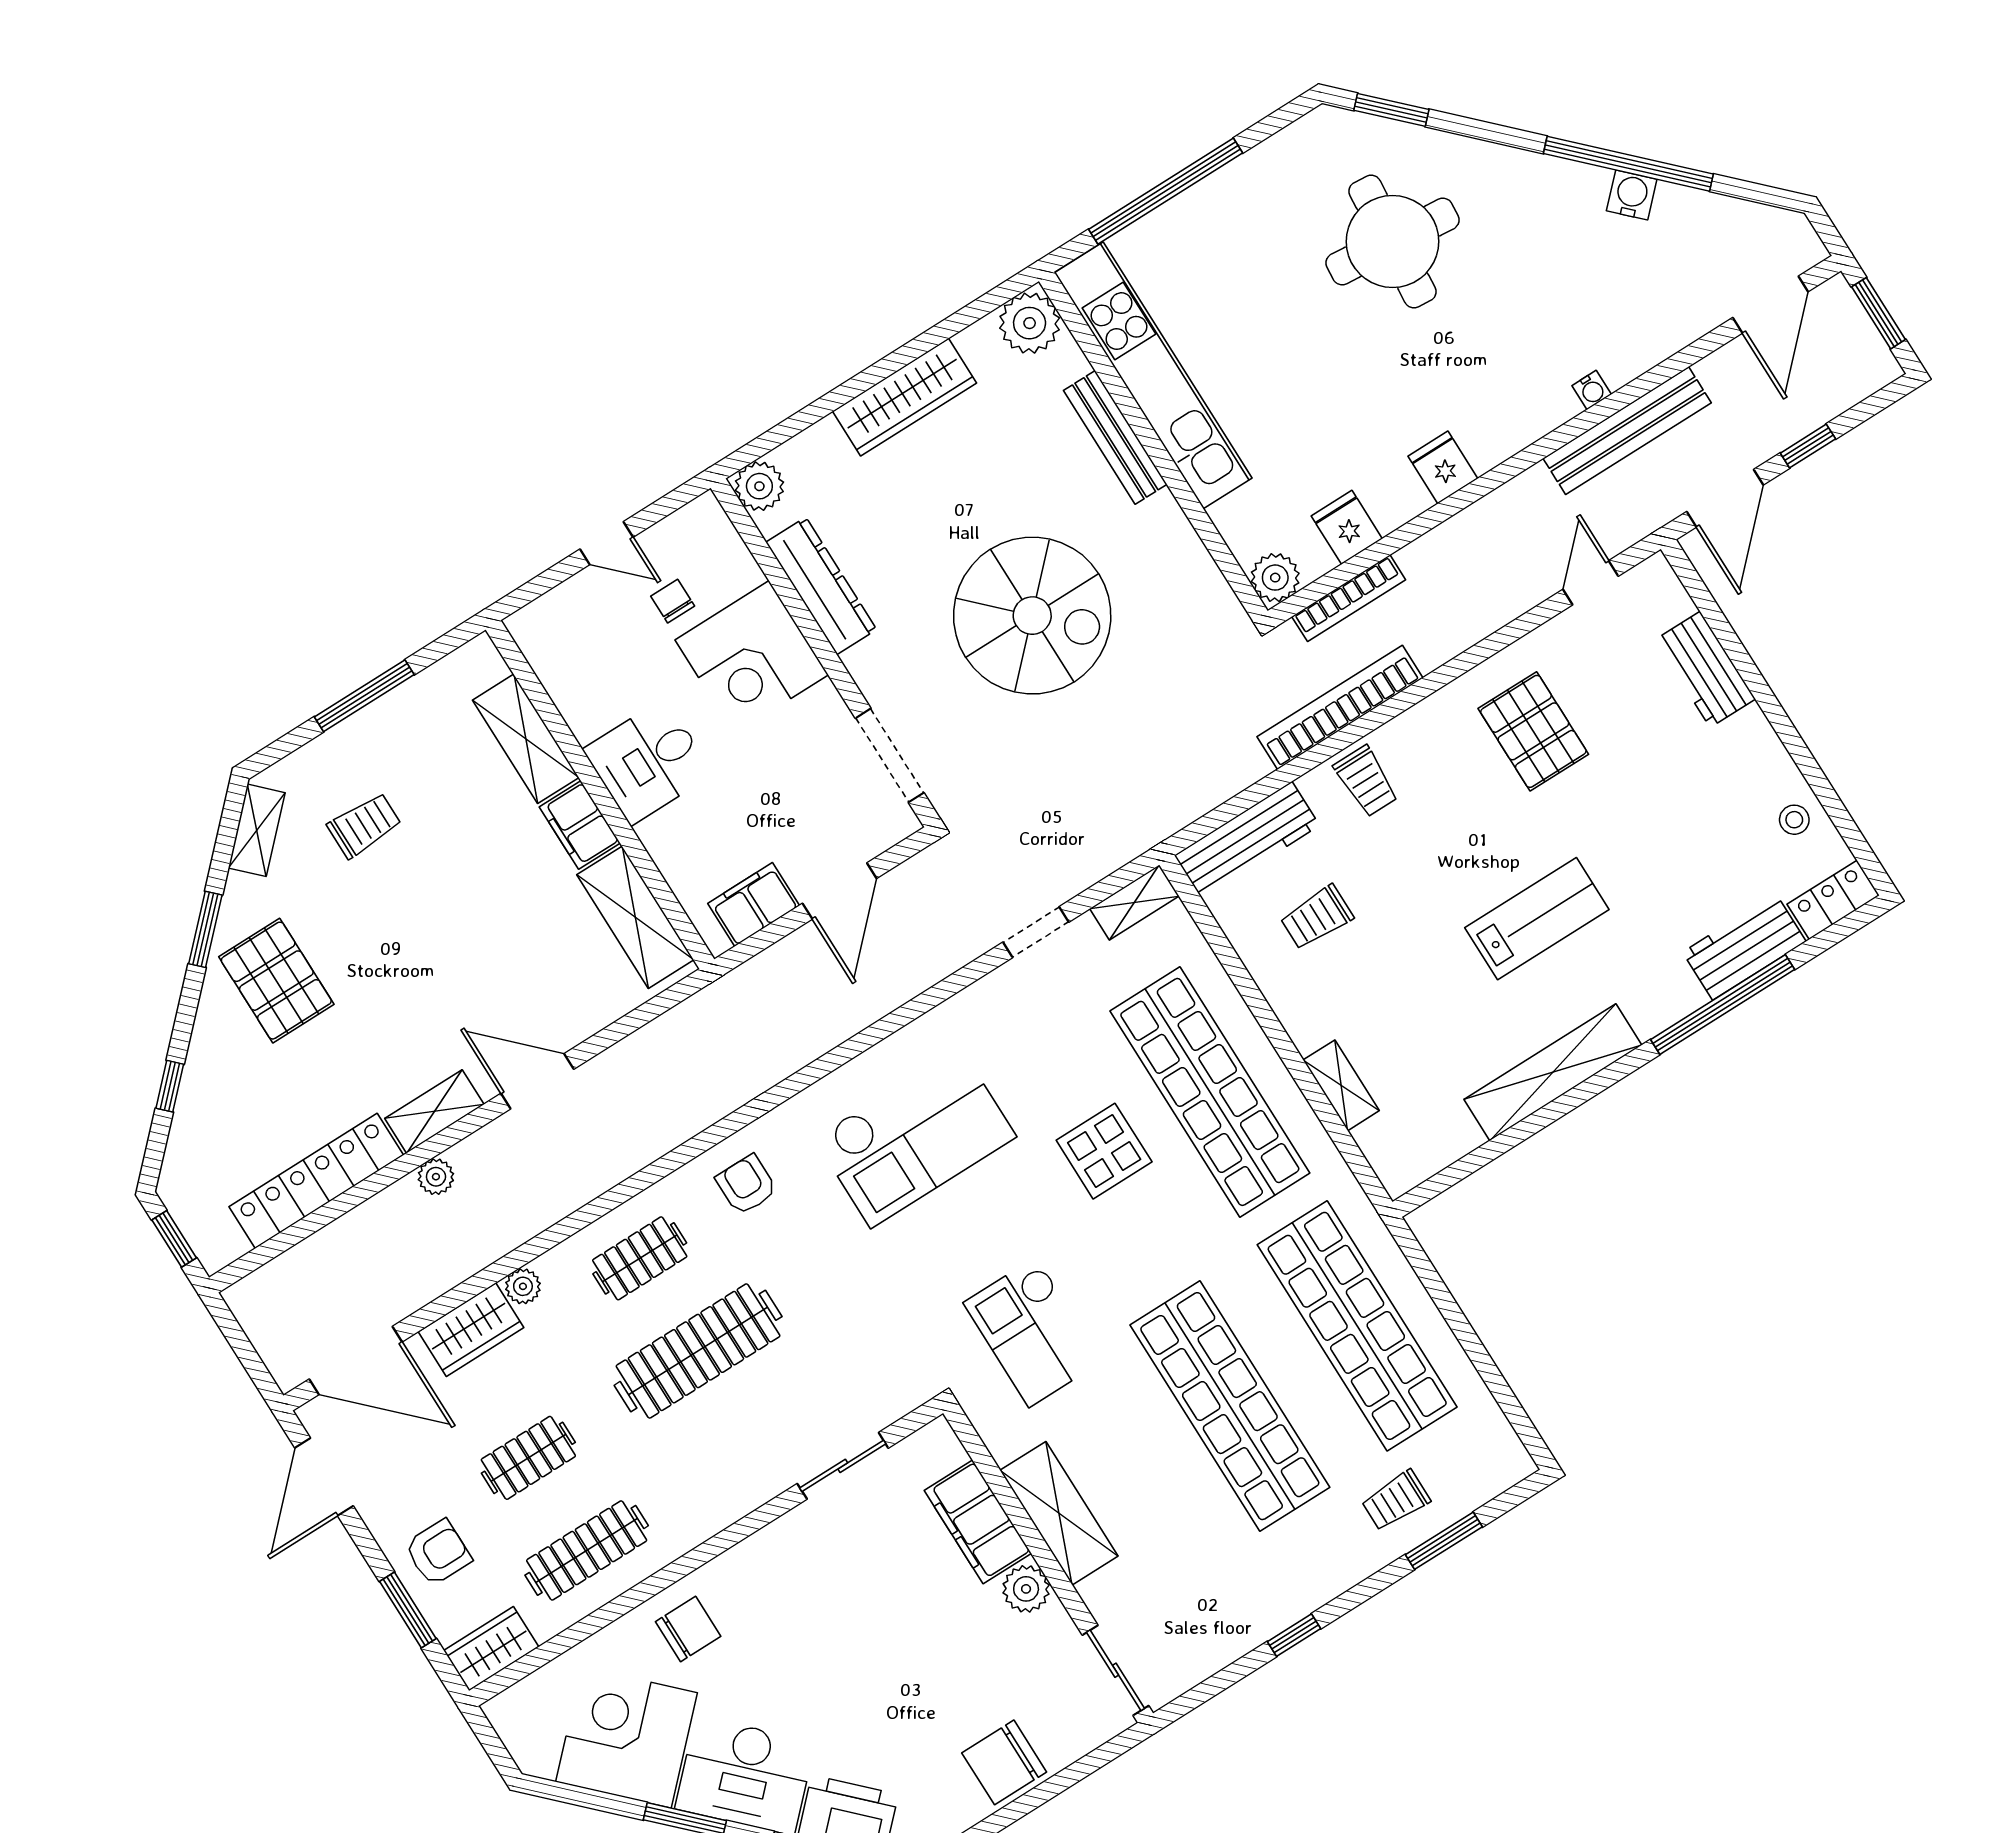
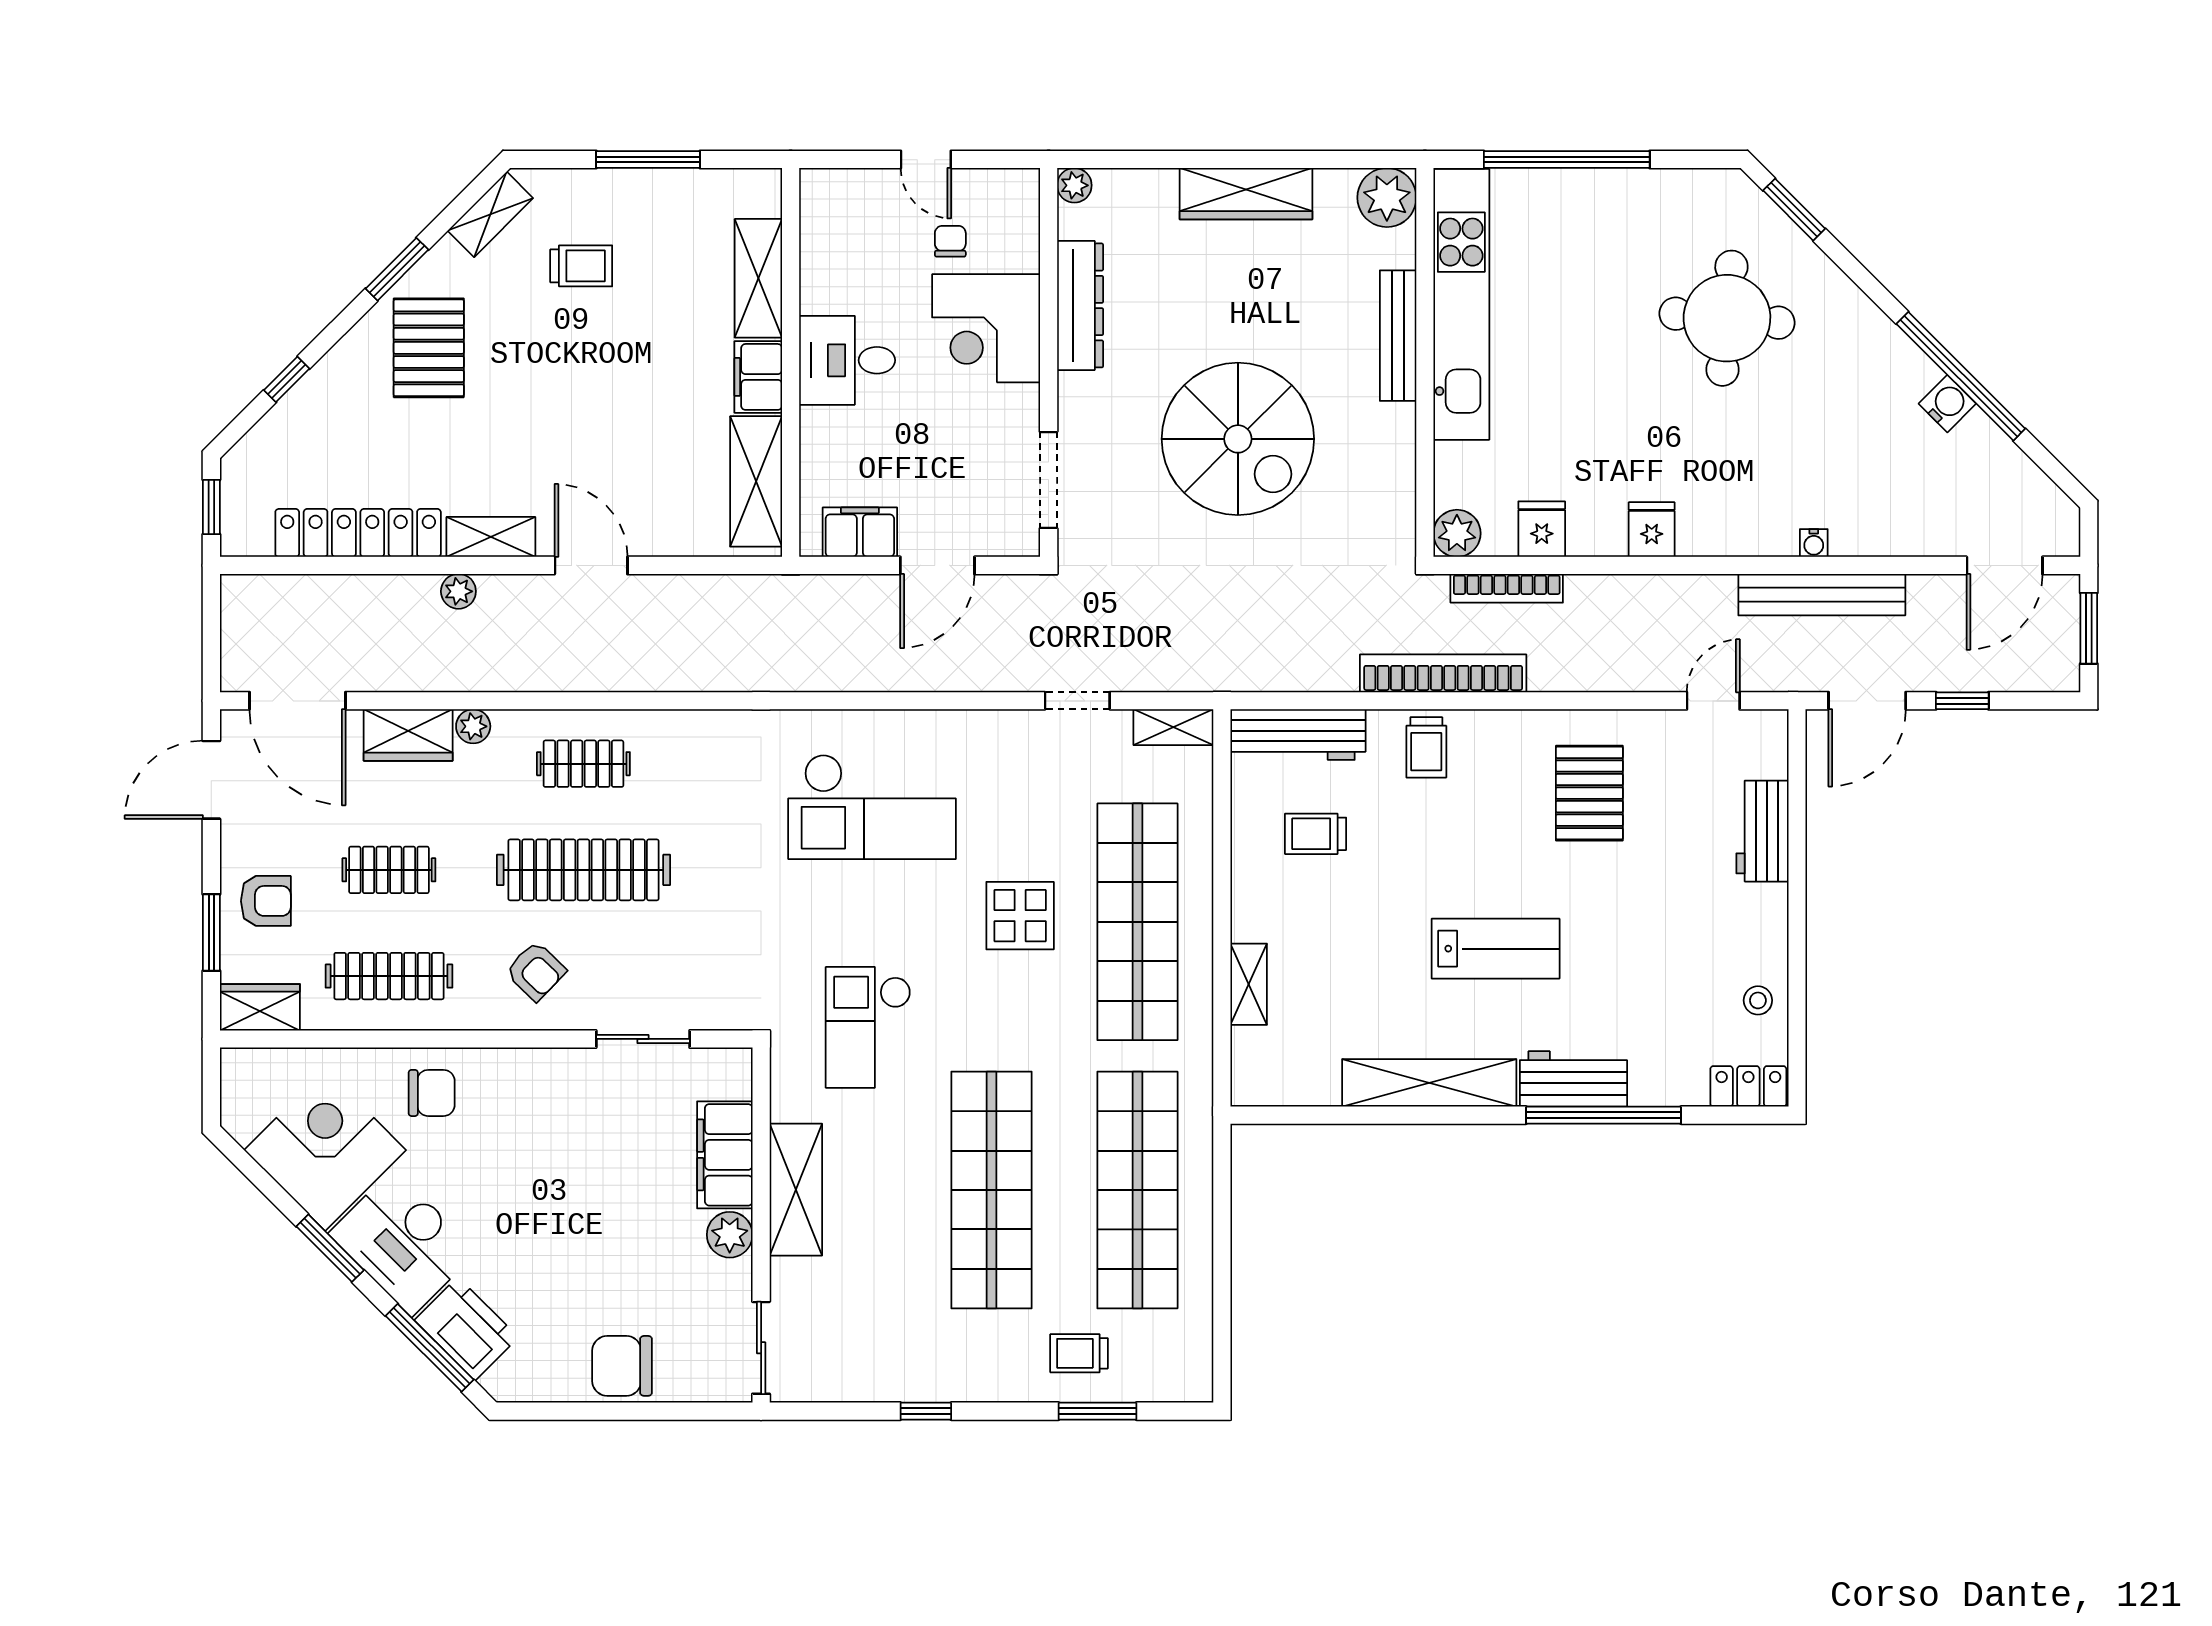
plant: (759, 486) -> (1074, 185), width x0.73, depth x0.73
workbench: (1744, 947) -> (1573, 1079), moved
armchair: (746, 1185) -> (536, 971), moved, turned 134

